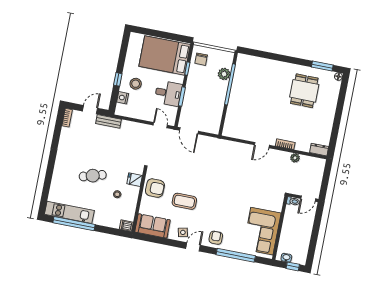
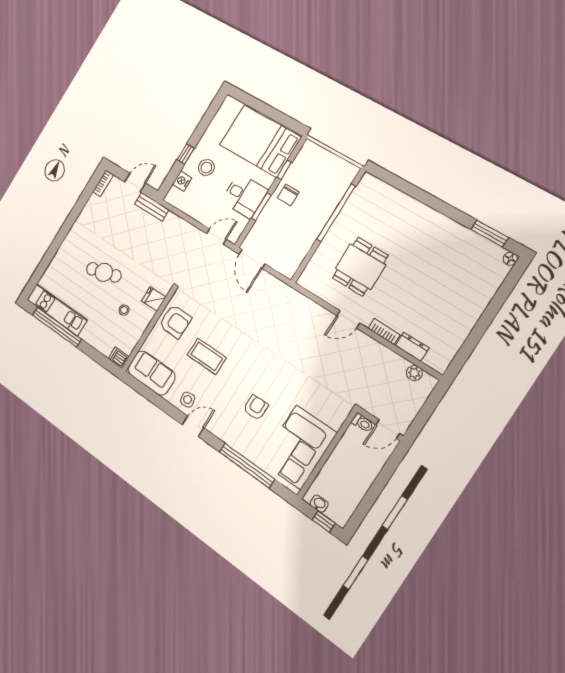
chair: (201, 59) -> (288, 195), moved
plant: (224, 74) -> (333, 195), removed
dining table: (304, 91) -> (360, 267), moved
door: (160, 125) -> (216, 236), hinge flipped
dresser: (319, 150) -> (412, 347), moved
plant: (295, 158) -> (414, 373), moved
armchair: (216, 238) -> (256, 407), moved

